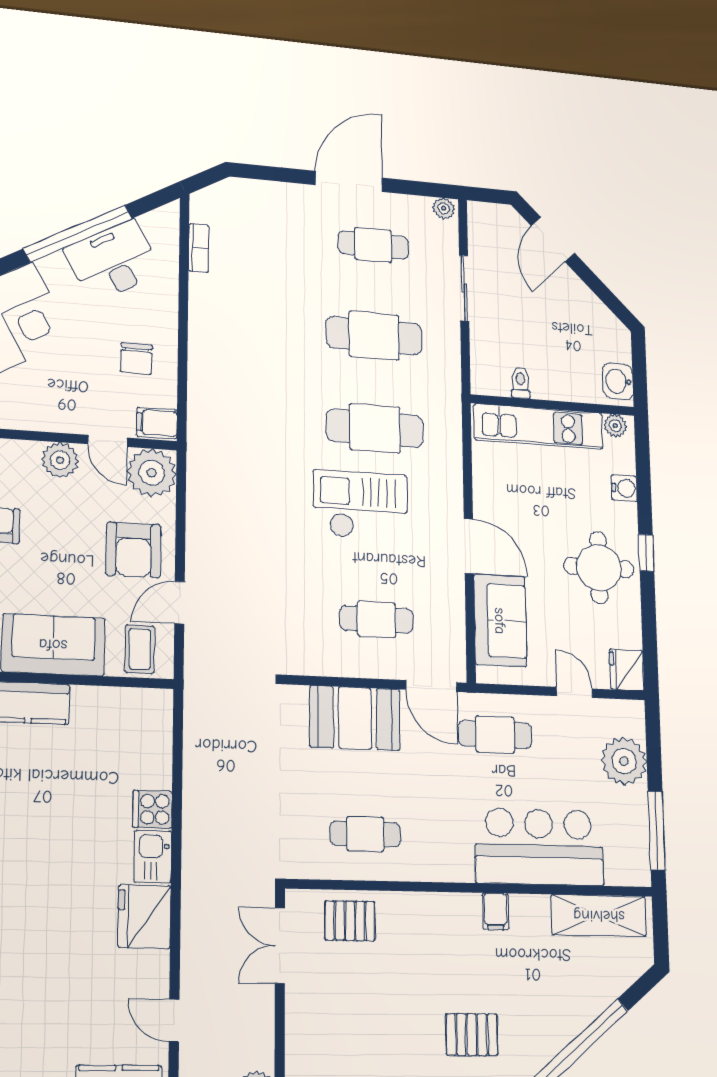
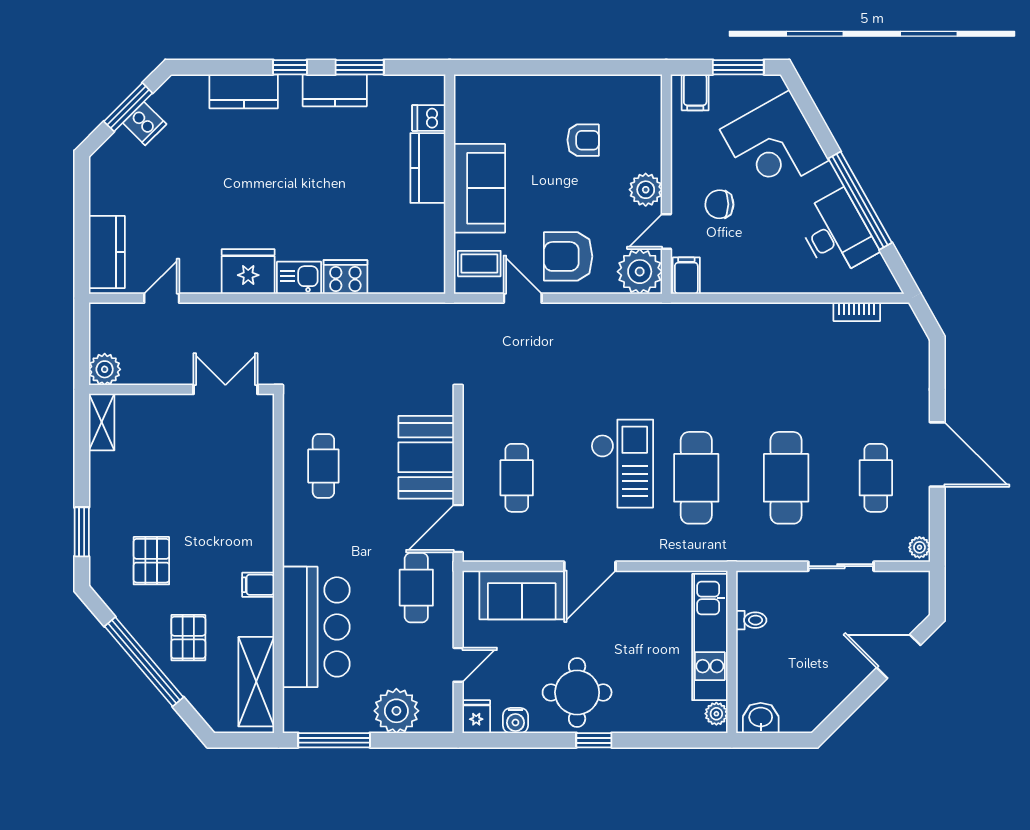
chair: (136, 359) -> (719, 204), moved
water cooler: (624, 488) -> (515, 721), moved
fridge: (627, 670) -> (476, 717), width x0.72
cooker: (152, 809) -> (345, 277), width x1.36
pallet: (350, 921) -> (188, 638), moved

